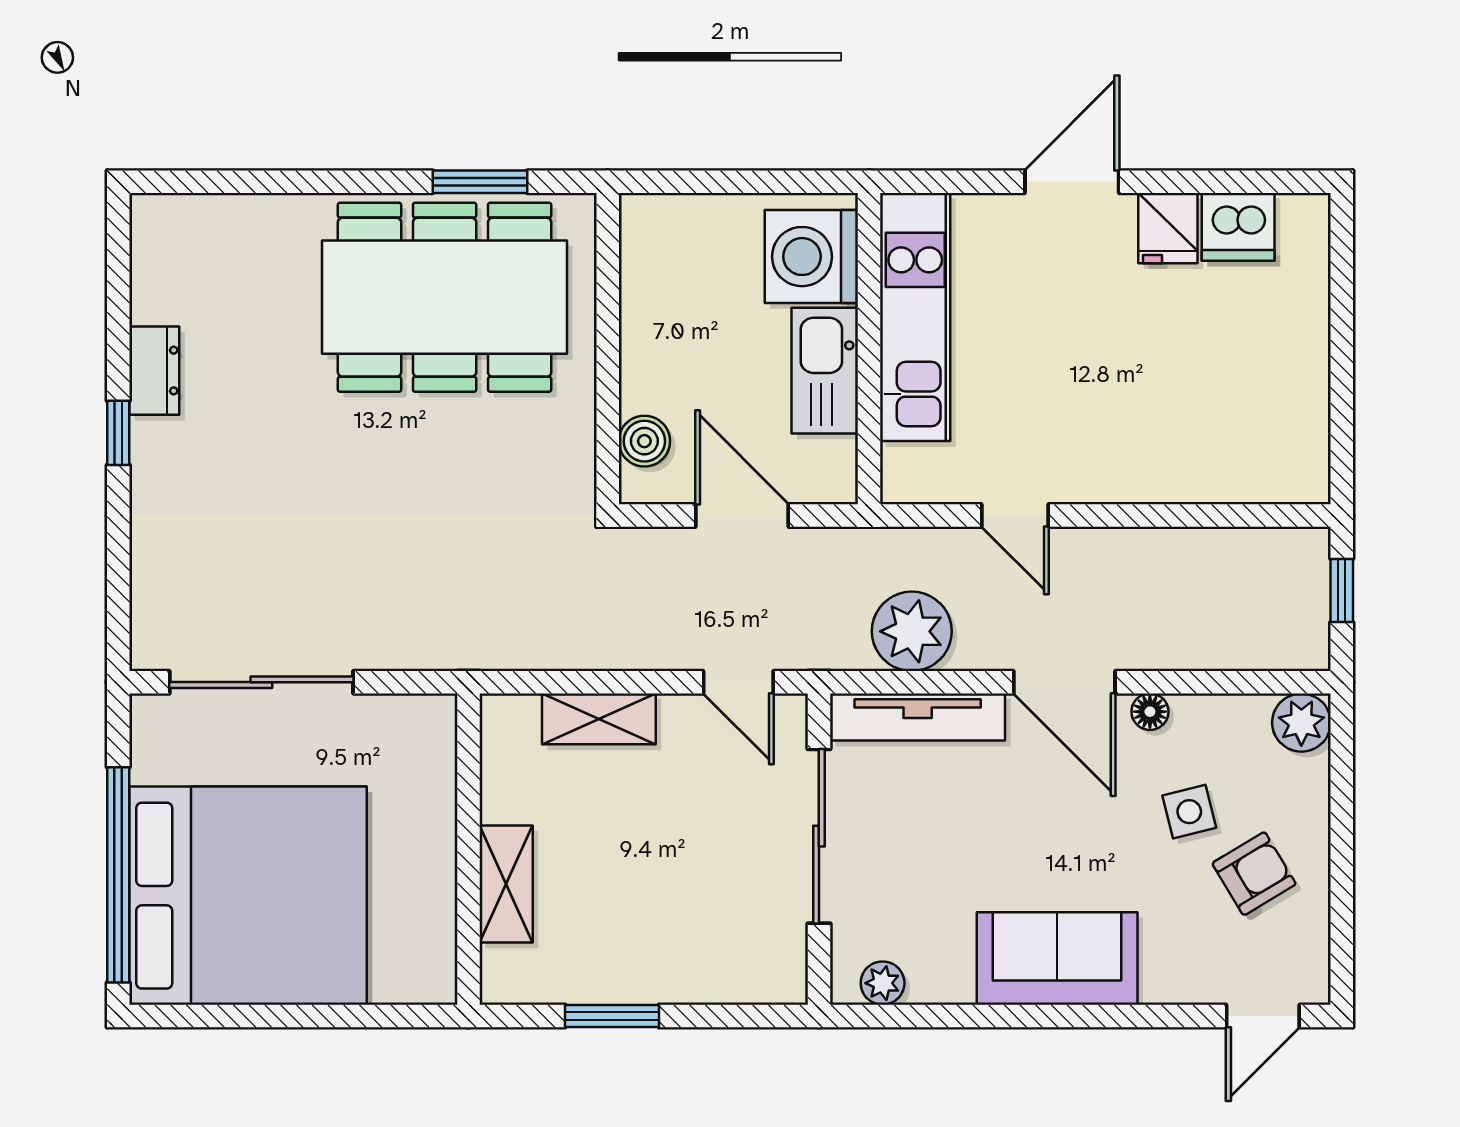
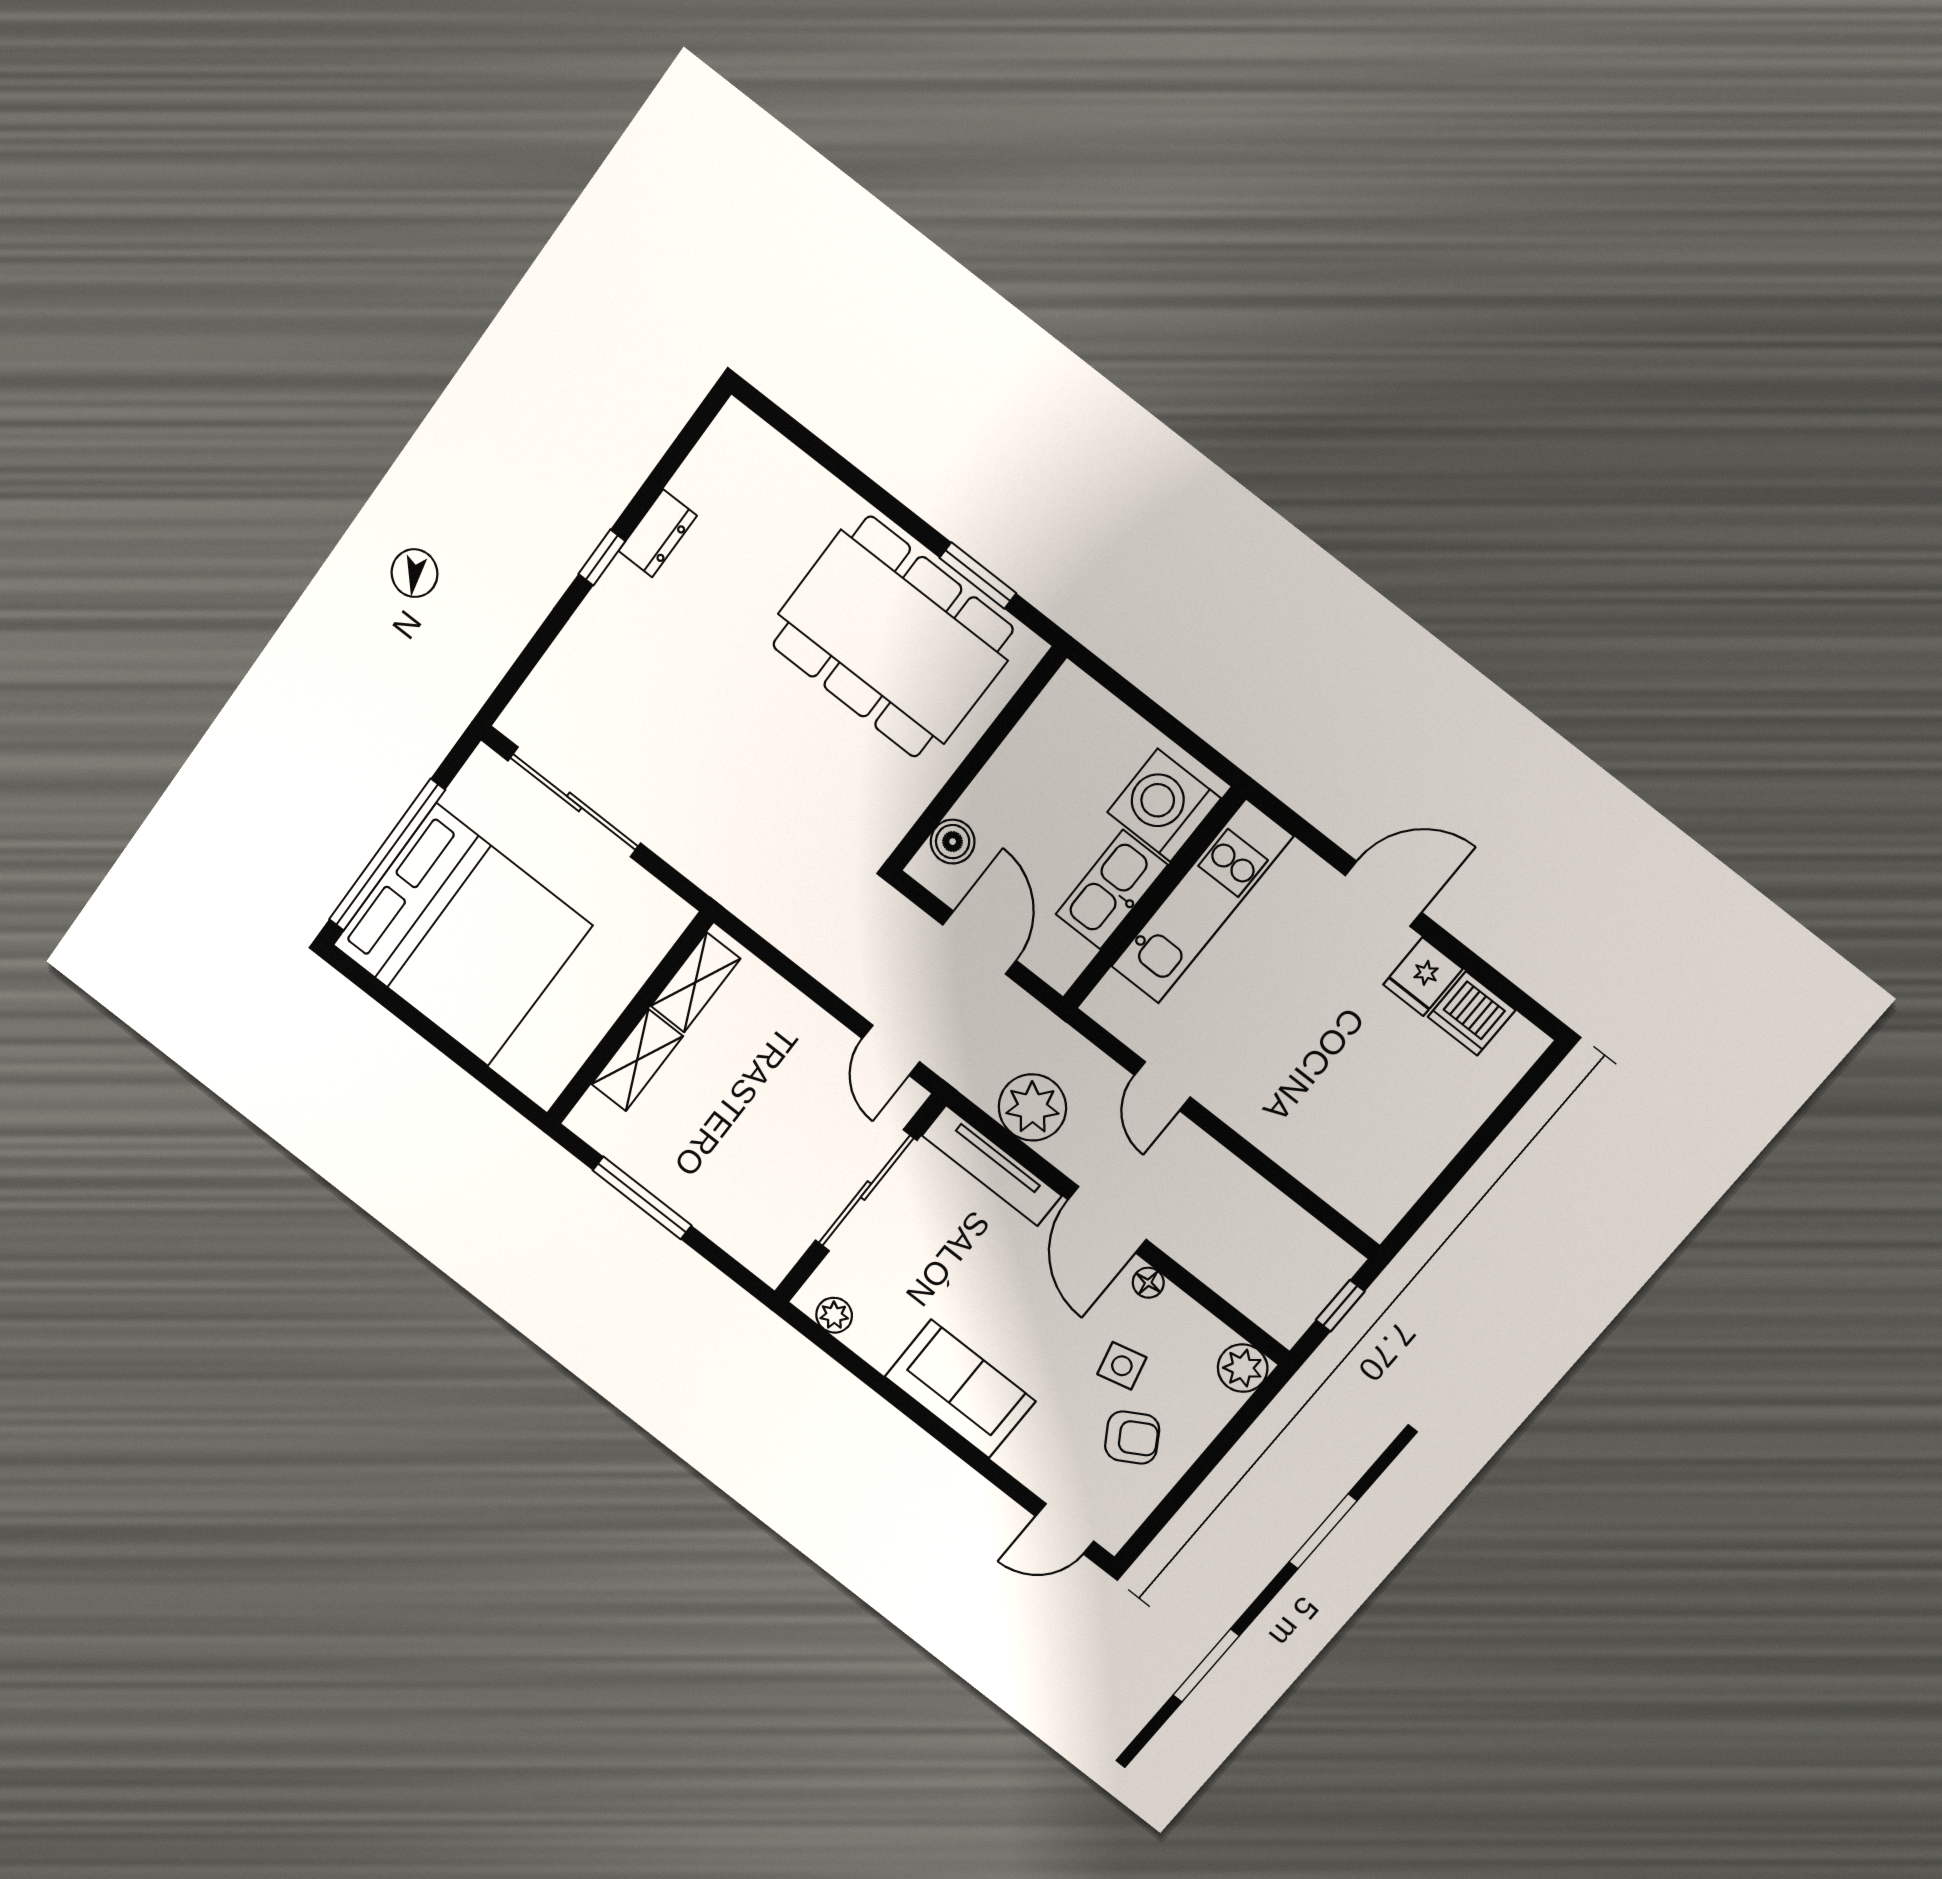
shelving: (599, 719) -> (695, 982), moved, turned 90
window: (612, 1016) -> (642, 1198), width x1.44

